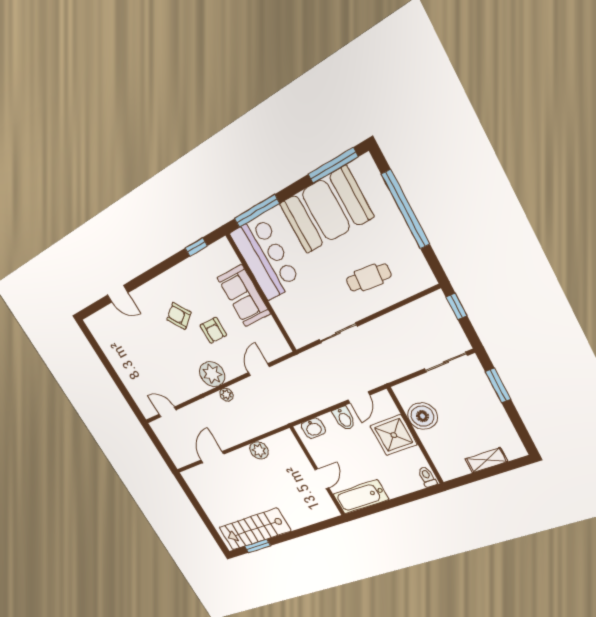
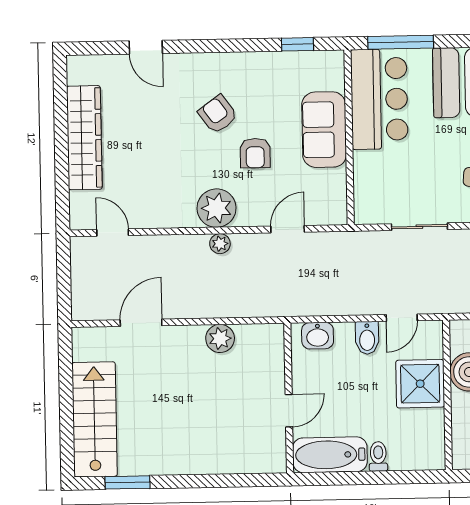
wardrobe: (121, 364) -> (84, 138), added
toilet: (427, 477) -> (378, 456), moved
stairs: (254, 529) -> (95, 419), moved, turned 90

